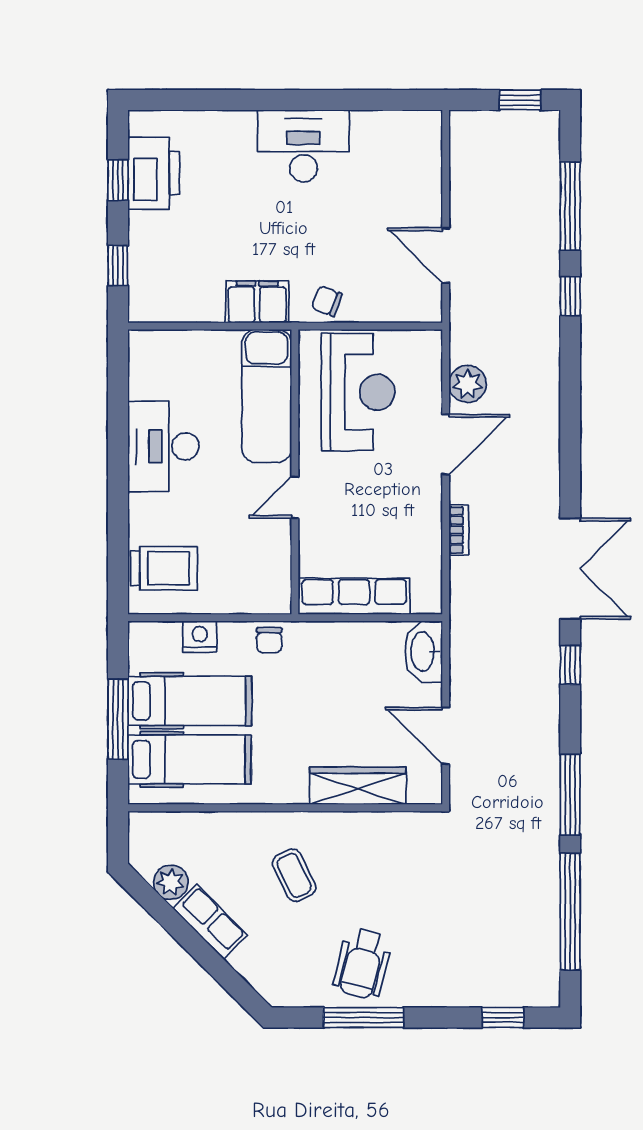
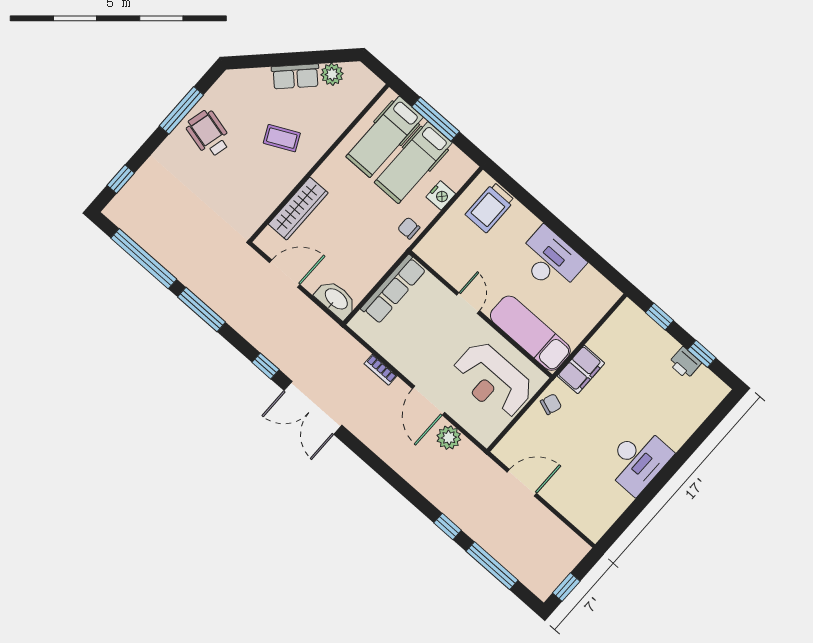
printer: (154, 173) -> (685, 363), width x0.53, depth x0.68

